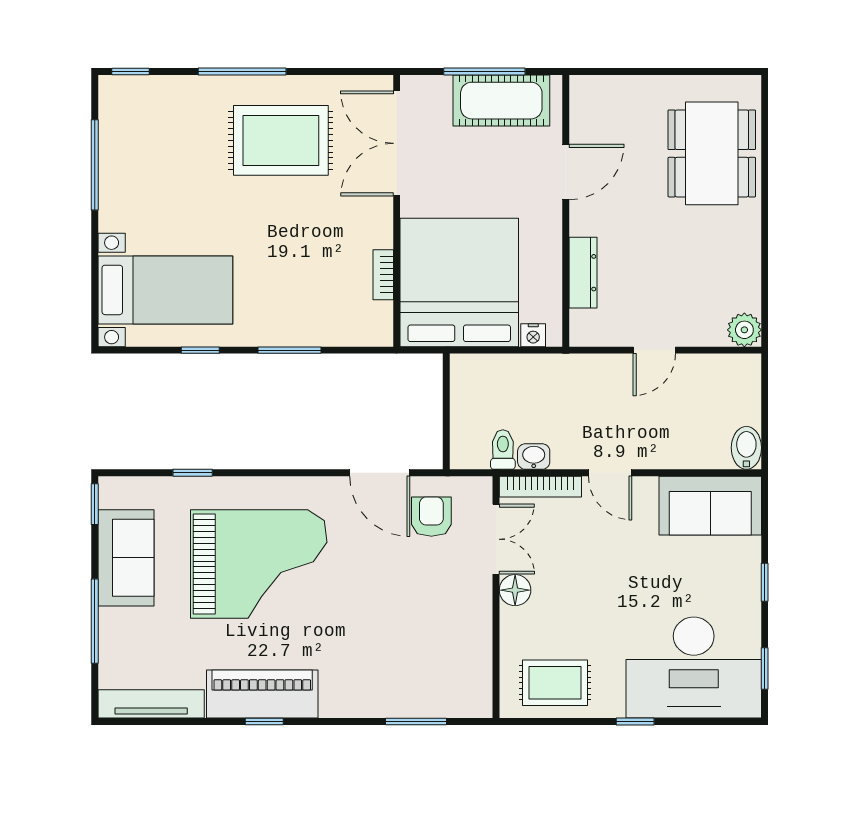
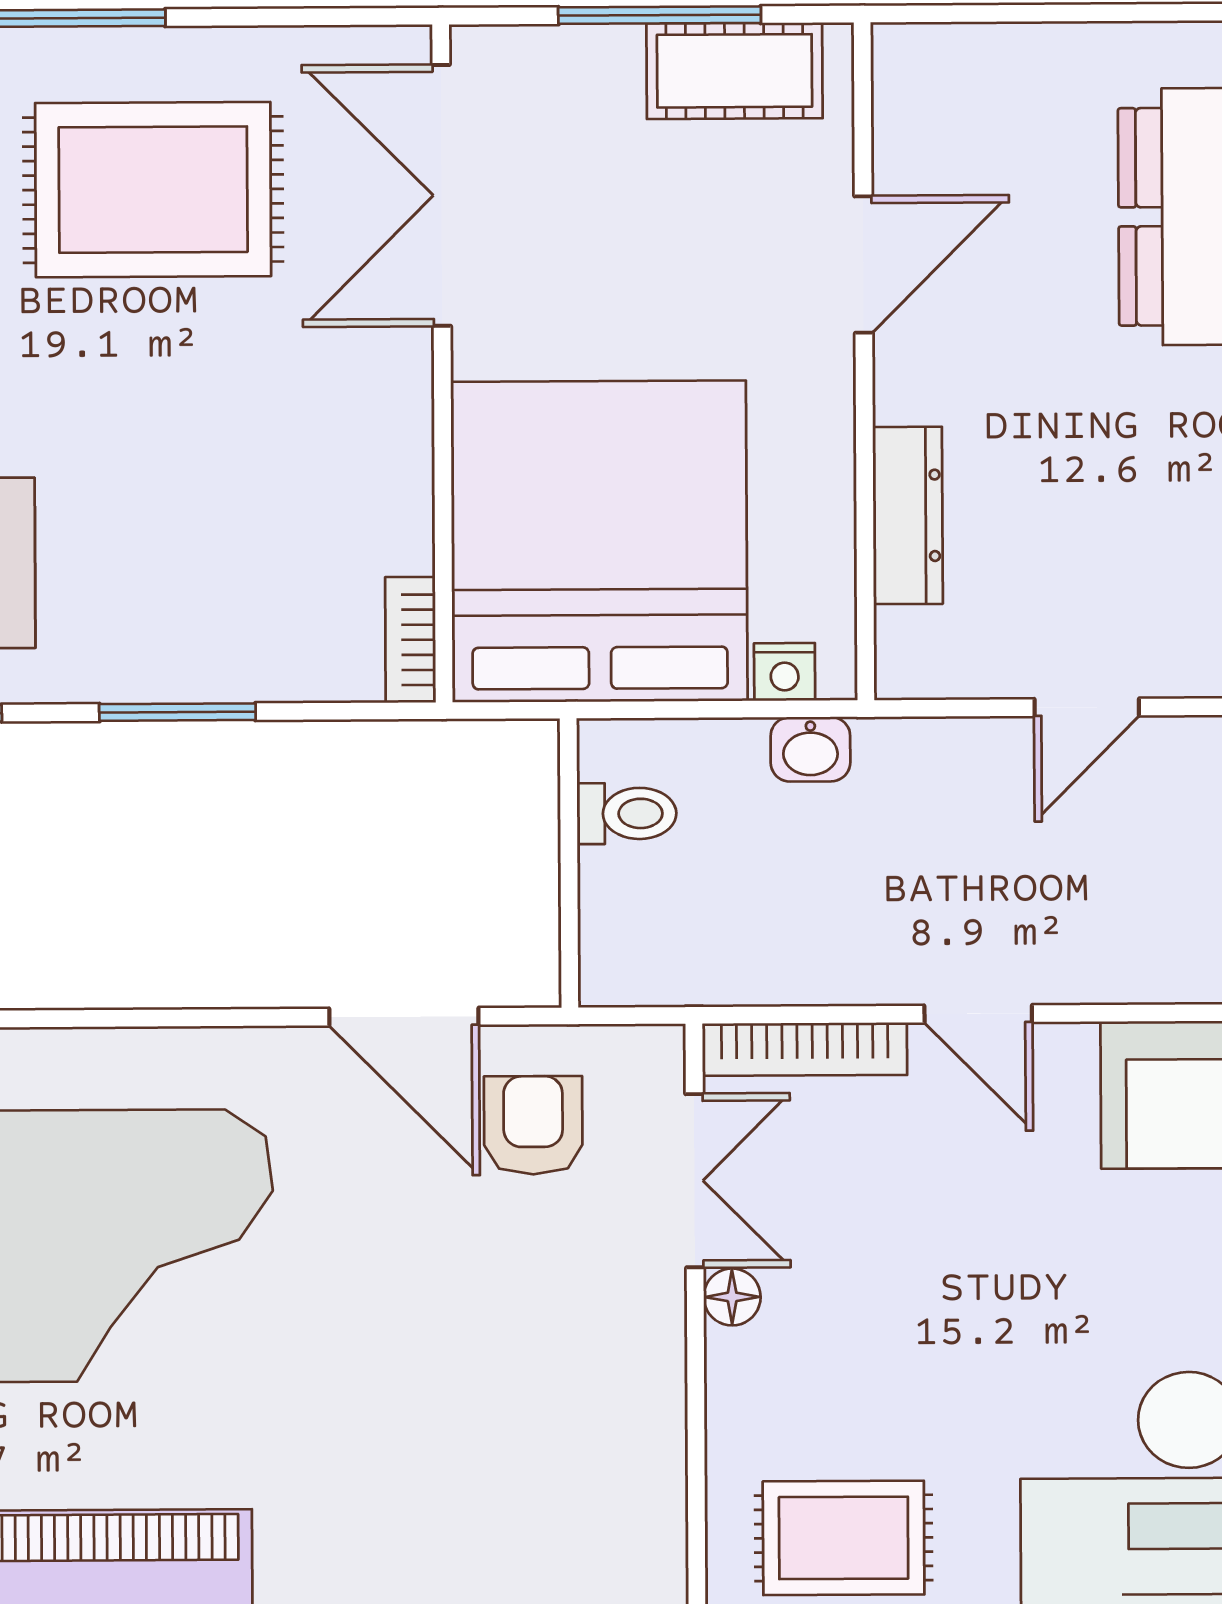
cot: (501, 101) -> (734, 71), width x0.73, depth x0.75
bookcase: (383, 275) -> (410, 640), moved
toilet: (503, 450) -> (627, 813), moved, turned 90
washbasin: (534, 457) -> (810, 749), moved, turned 180
floor lamp: (515, 590) -> (732, 1297), width x0.73, depth x0.73

